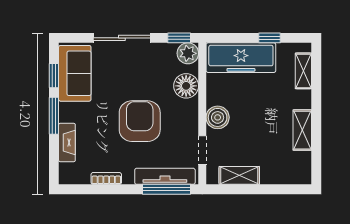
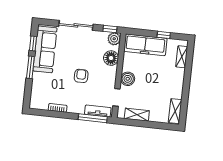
sofa: (75, 73) -> (45, 49), width x1.36
armchair: (140, 121) -> (81, 76), width x0.53, depth x0.53
shelving: (302, 130) -> (175, 111), moved
fireplace: (67, 143) -> (37, 84), removed
tv unit: (165, 176) -> (98, 111), width x0.71

